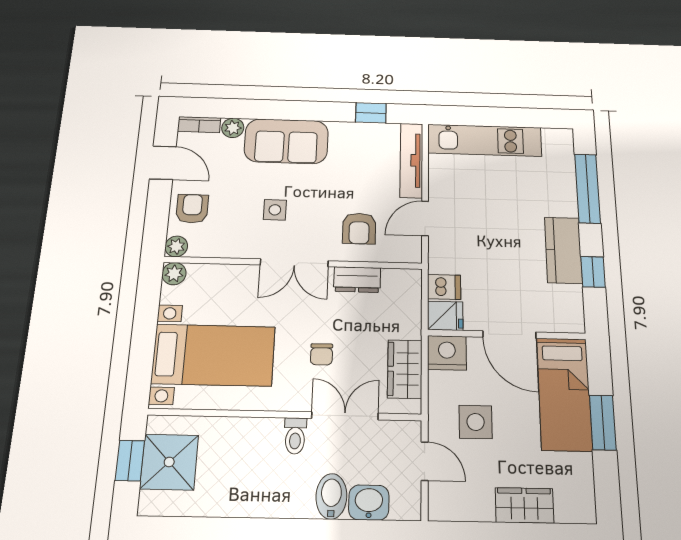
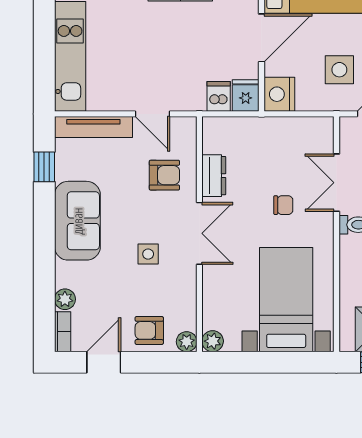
sofa: (286, 141) -> (77, 221), moved
wardrobe: (405, 369) -> (295, 131), removed

